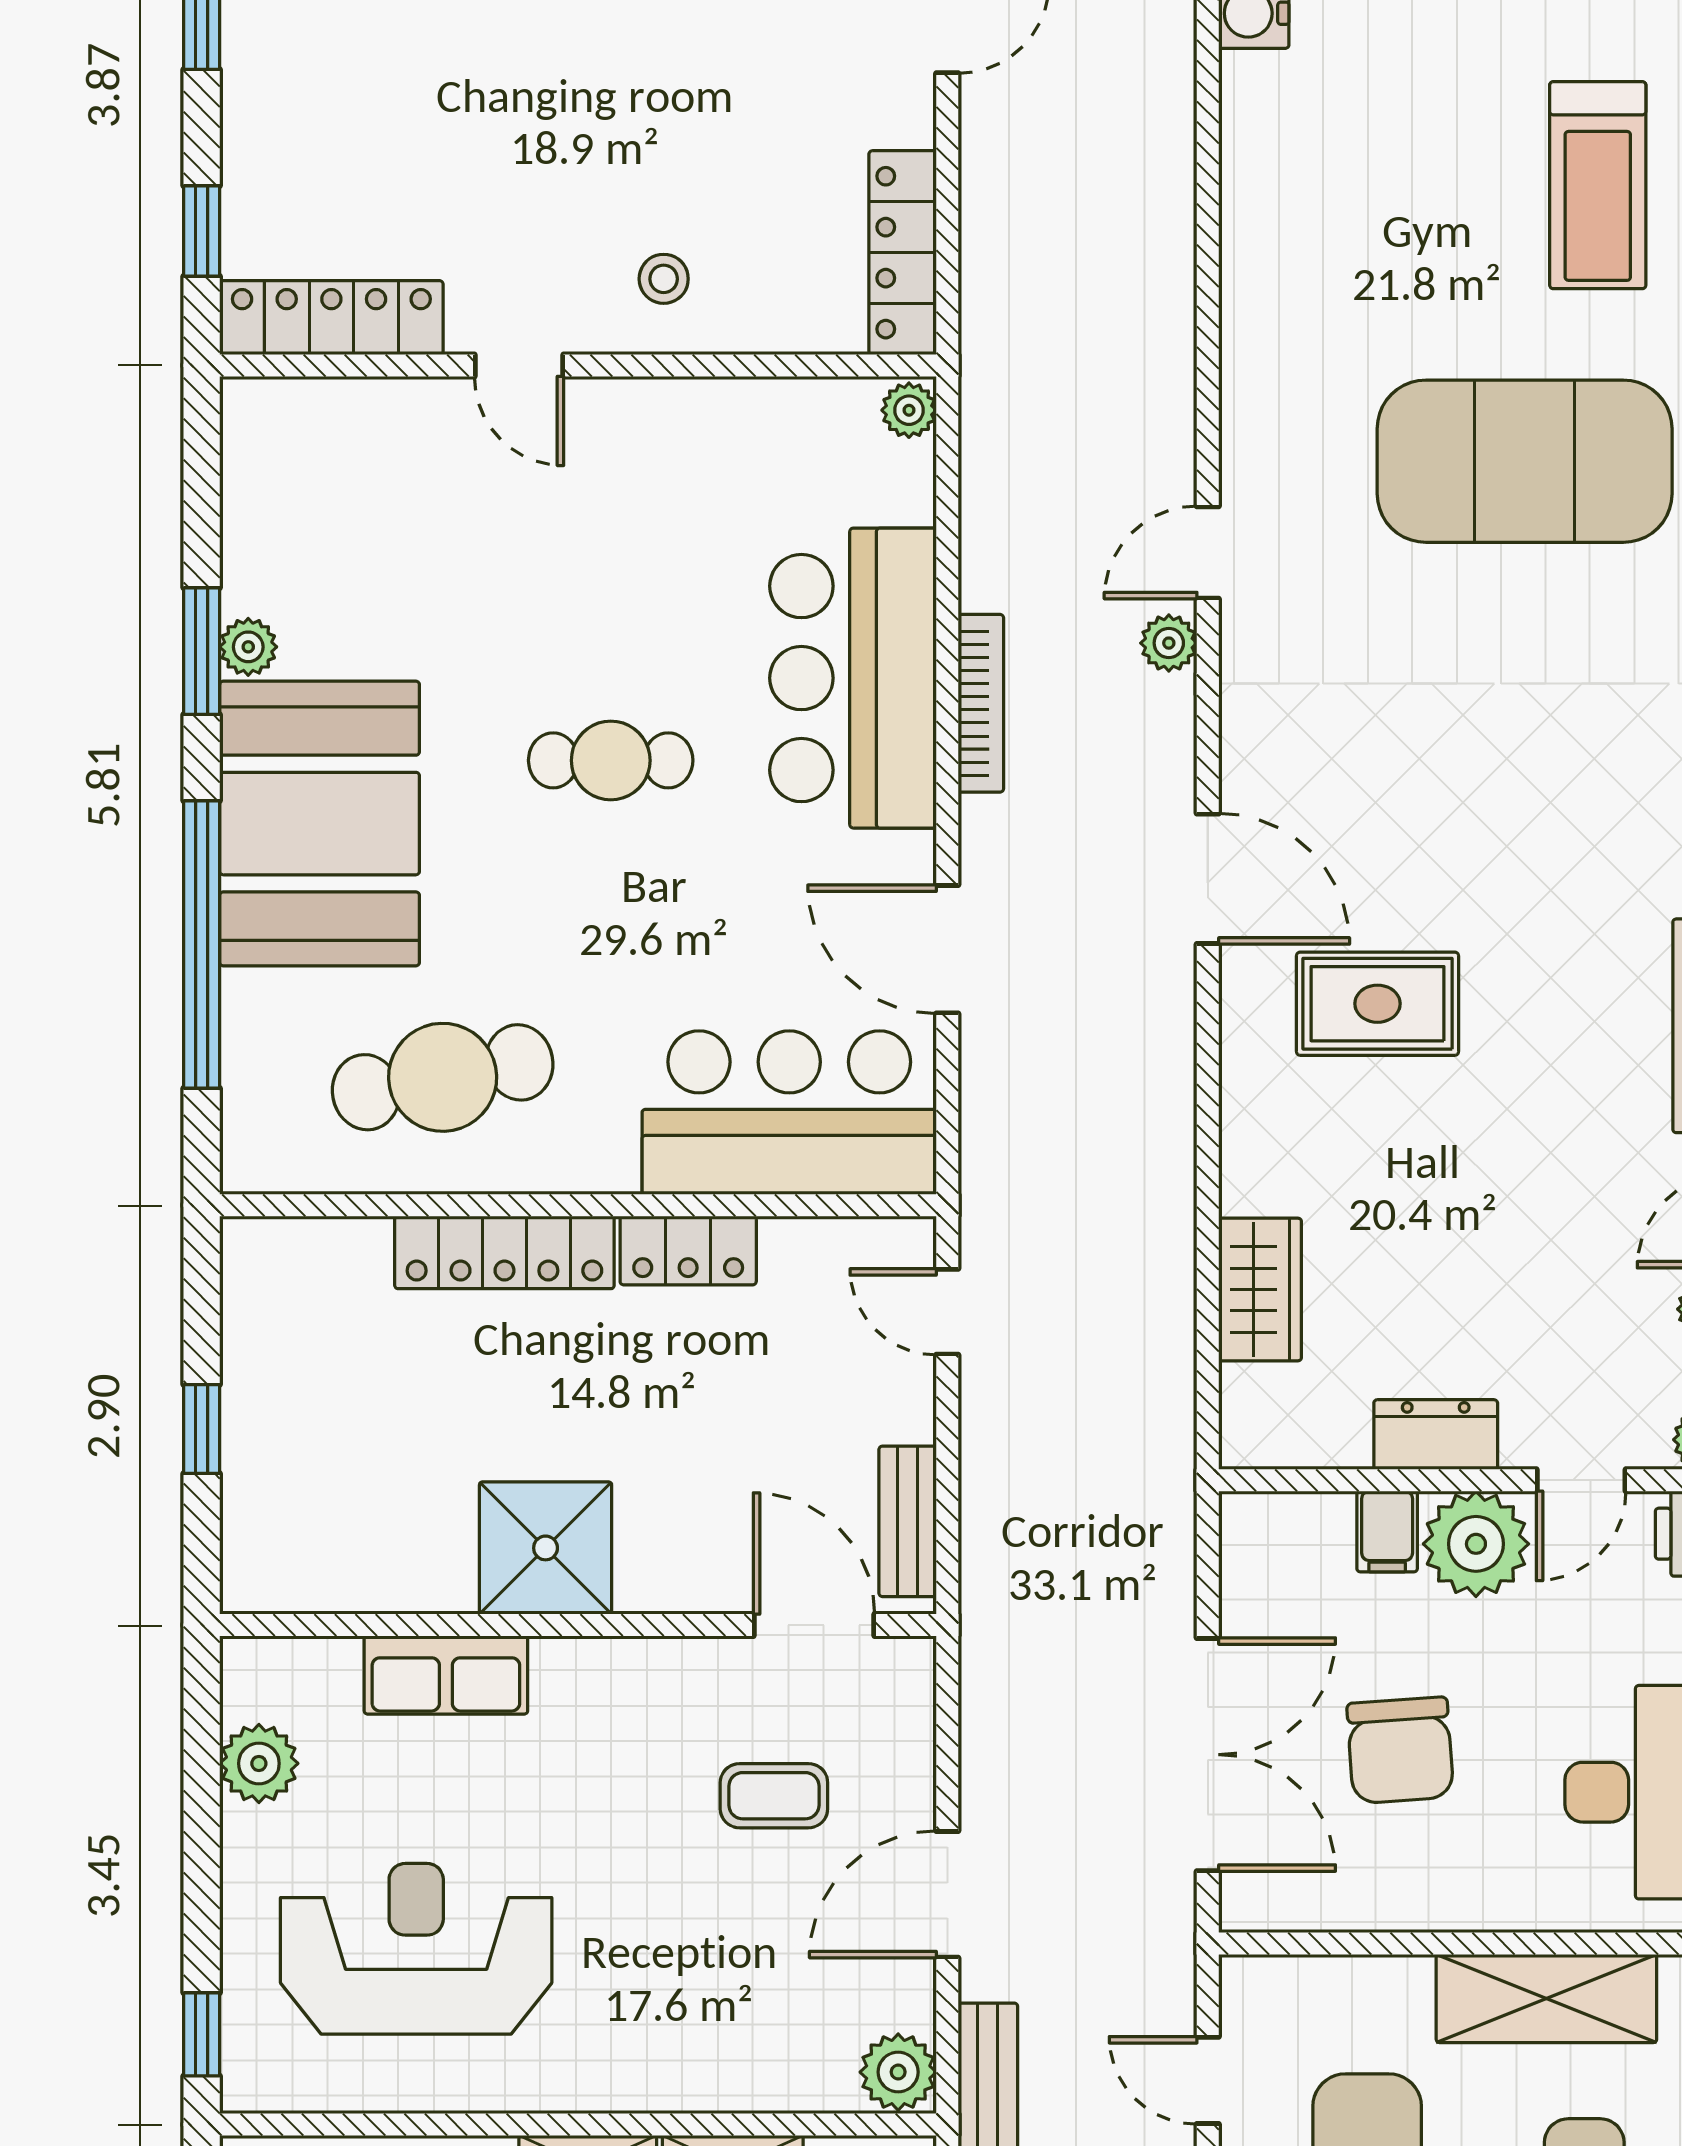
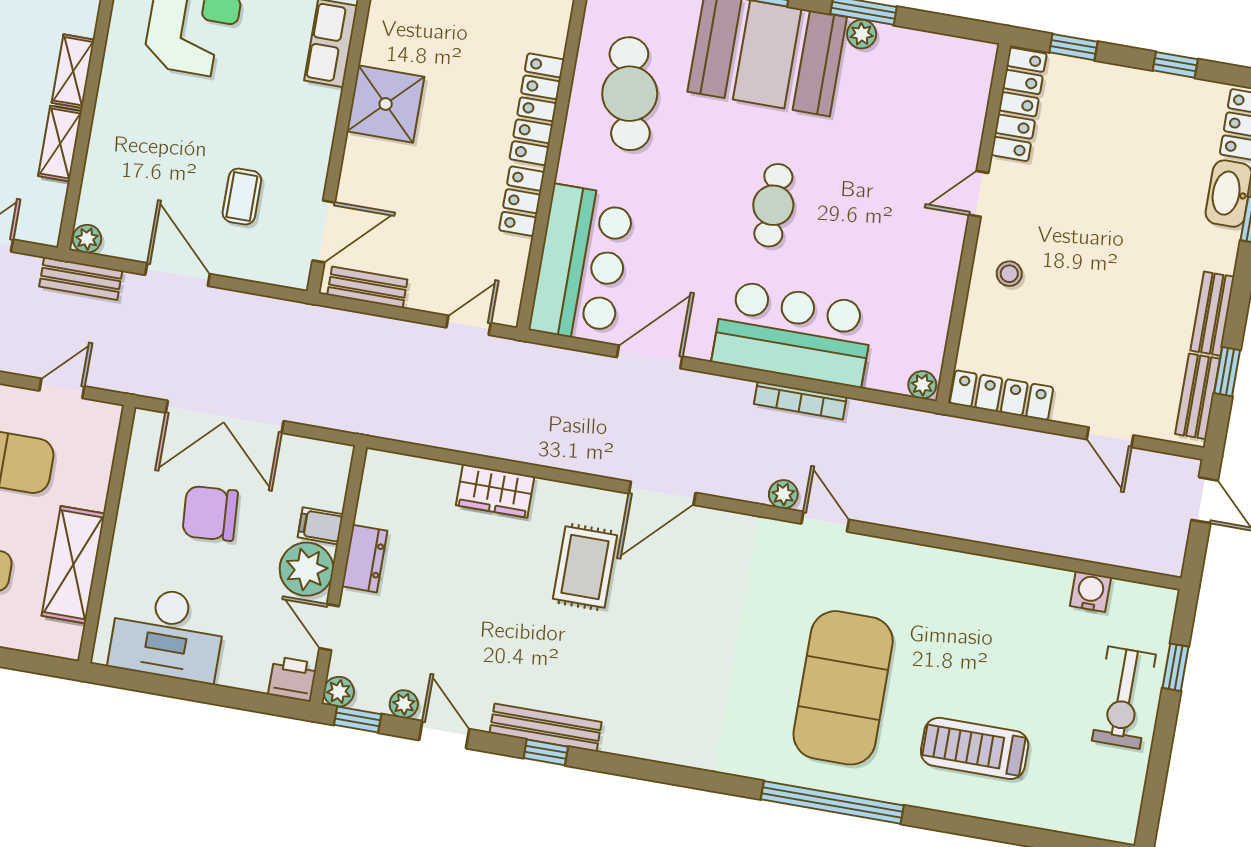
bookcase: (981, 703) -> (800, 400), moved
wardrobe: (1260, 1290) -> (495, 491), moved
plant: (898, 2072) -> (87, 239), width x0.73, depth x0.73

